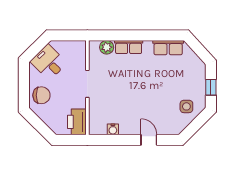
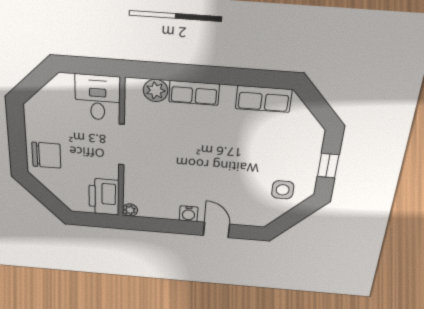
desk: (49, 62) -> (98, 98), moved, turned 45
water cooler: (113, 129) -> (189, 214), moved
plant: (93, 130) -> (130, 210), added

